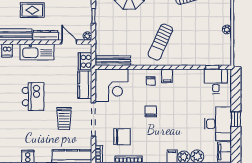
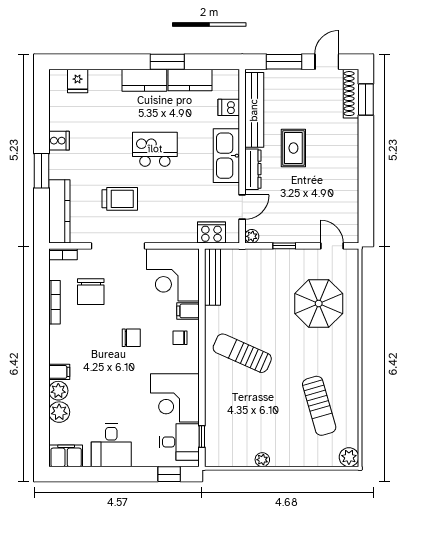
filing cabinet: (167, 76) -> (188, 311), moved
corner desk: (188, 84) -> (175, 398), added
kitchen counter: (85, 85) -> (174, 232), removed
kitchen island: (33, 97) -> (155, 149), turned 180
trolley: (64, 118) -> (120, 199), turned 180
window: (236, 119) -> (169, 474), moved
desk: (218, 124) -> (111, 445), width x0.73

